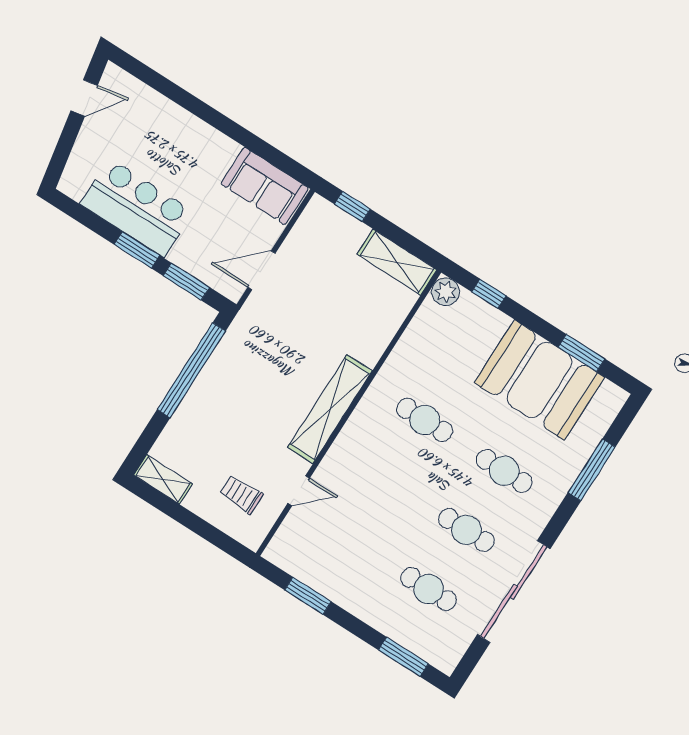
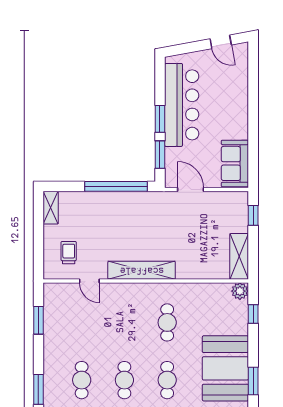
bar counter: (137, 208) -> (182, 105), width x1.36

